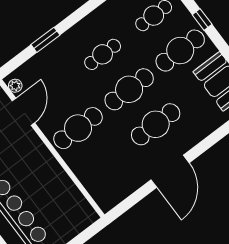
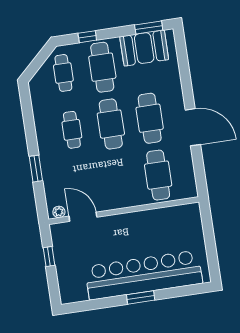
cafe table: (78, 128) -> (158, 175), moved

